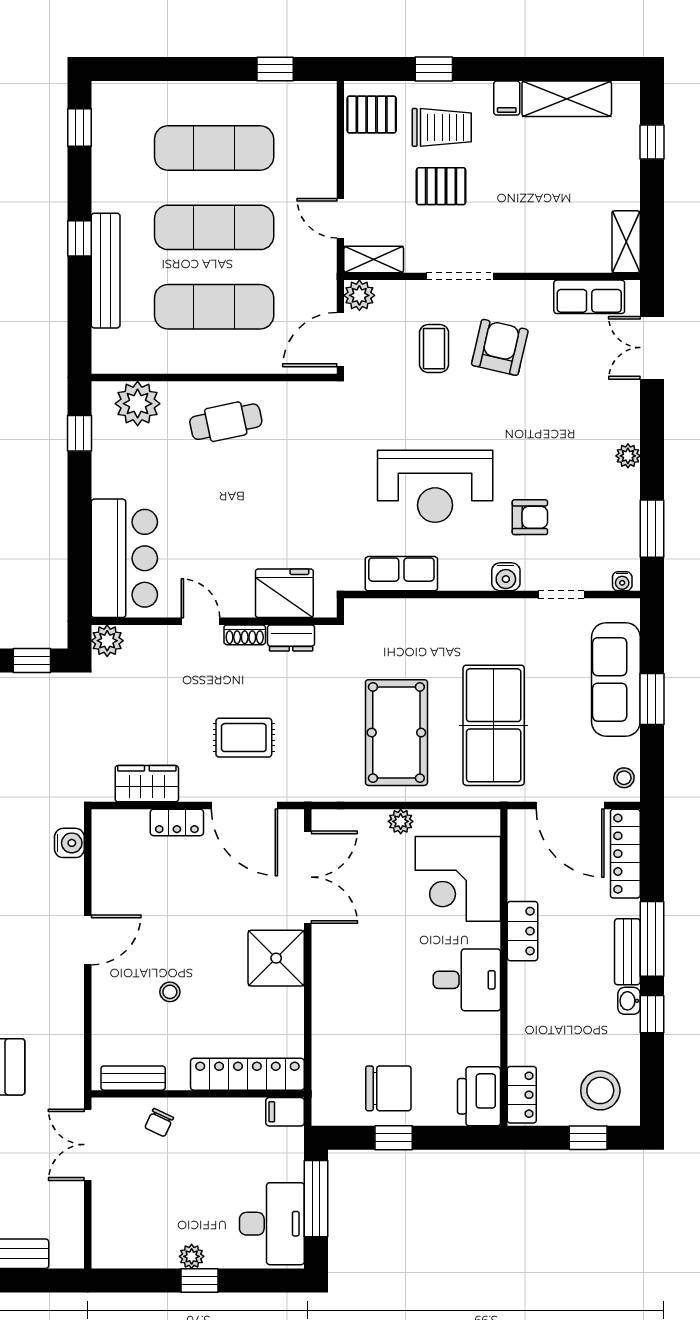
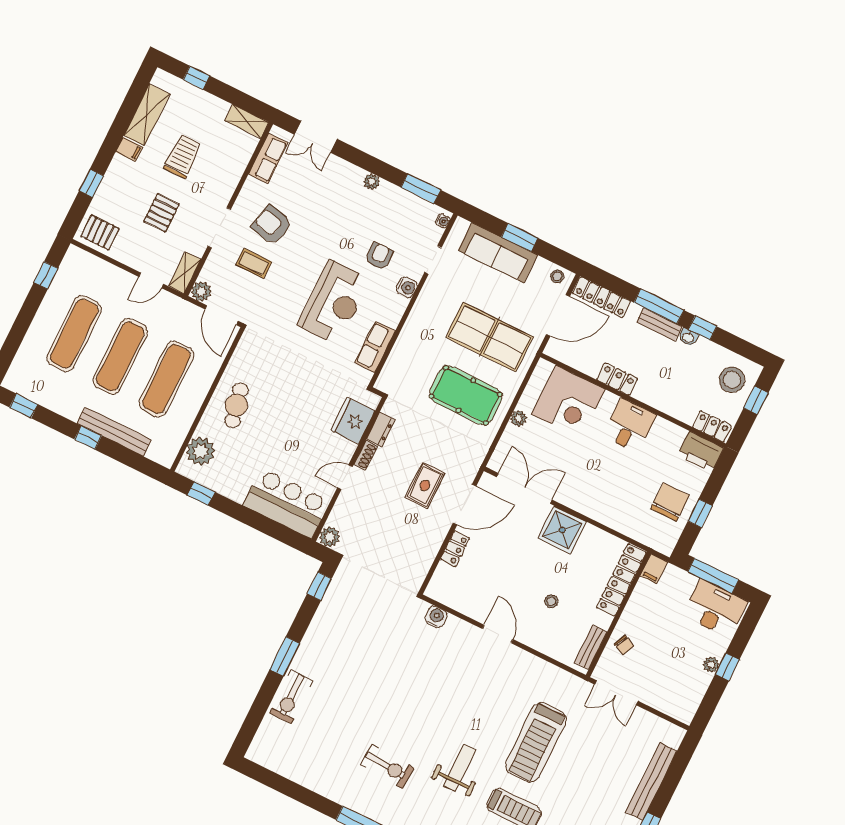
pallet: (372, 115) -> (100, 233), turned 90
trolley: (442, 127) -> (183, 156), moved
wardrobe: (147, 784) -> (424, 555), removed

